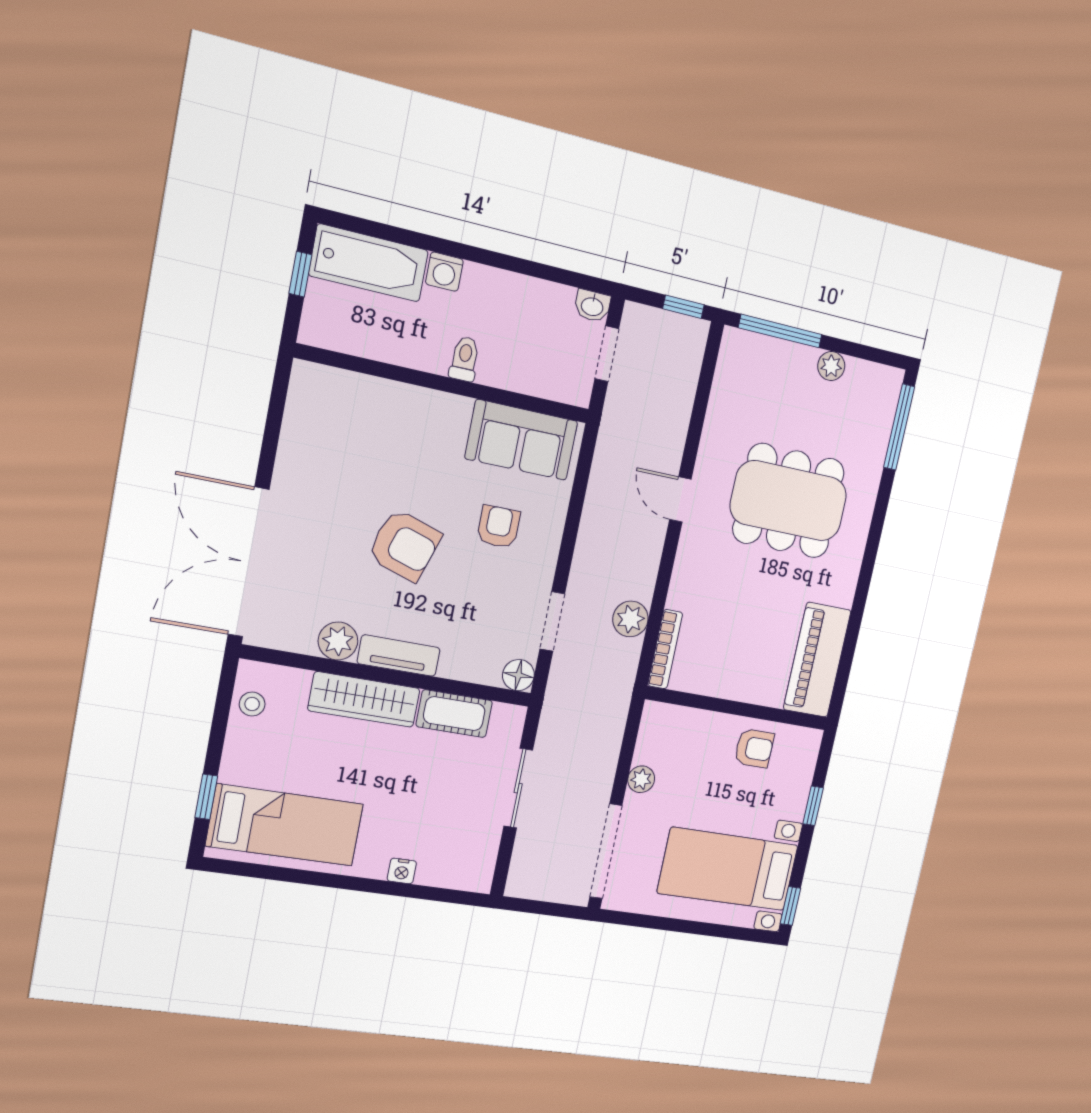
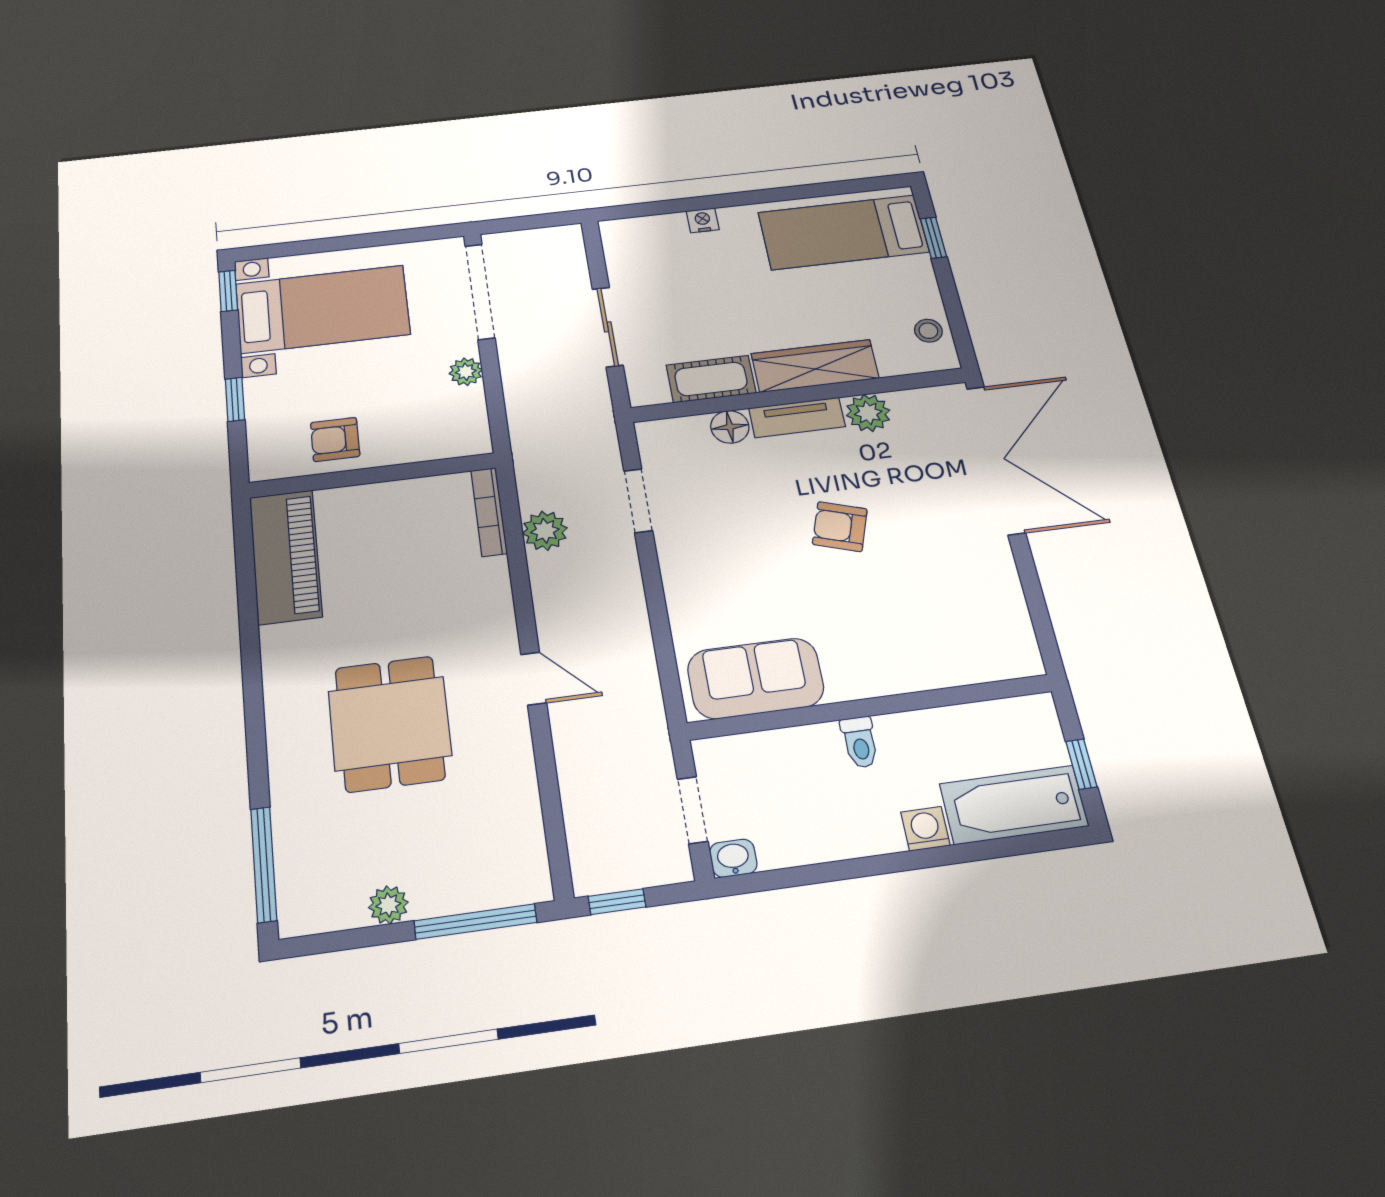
dining table: (789, 501) -> (390, 723), width x0.73
armchair: (499, 527) -> (743, 578), removed
armchair: (405, 545) -> (840, 527), width x0.72, depth x0.72
floor lamp: (518, 675) -> (730, 427), moved

